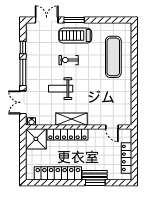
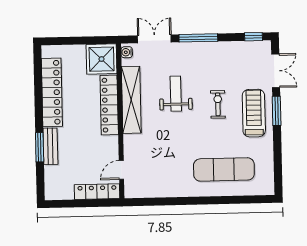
window: (23, 47) -> (253, 37), moved
shelving: (71, 119) -> (131, 100), width x1.47
locker: (126, 158) -> (97, 192), moved

